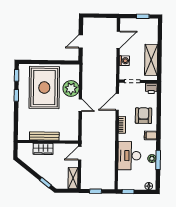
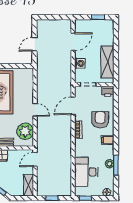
plant: (71, 88) -> (25, 131), moved
desk: (129, 156) -> (86, 172), moved

